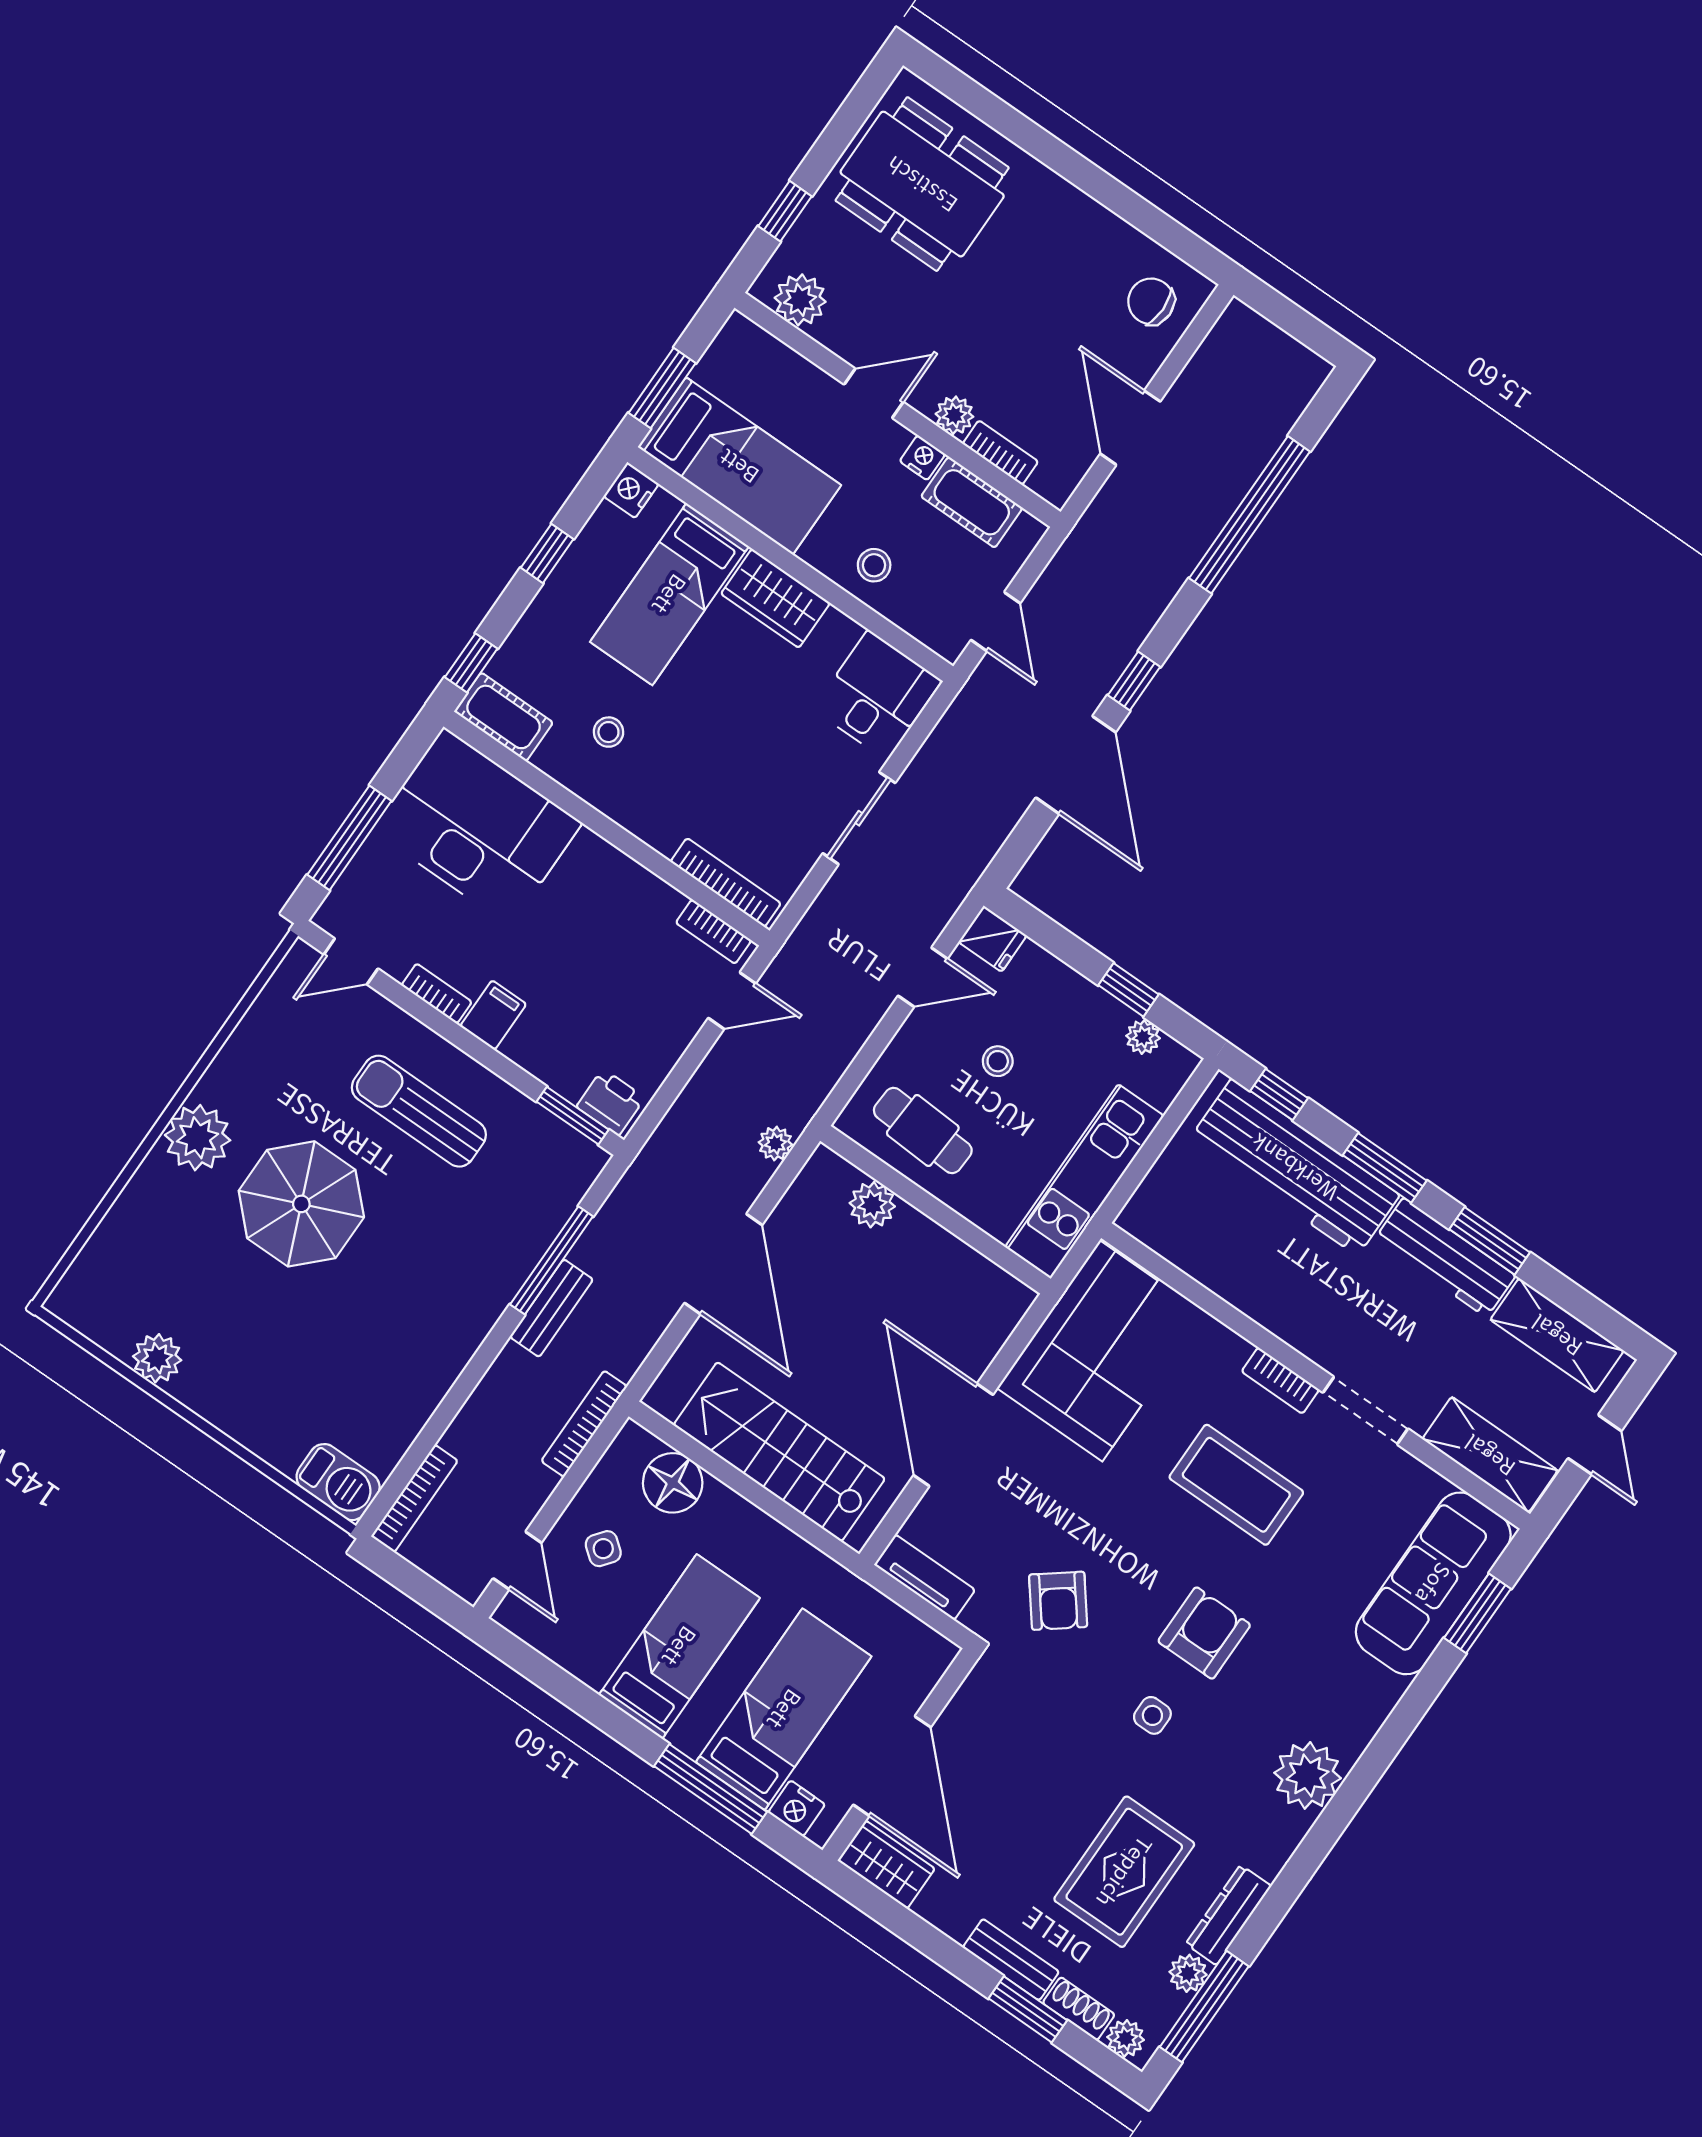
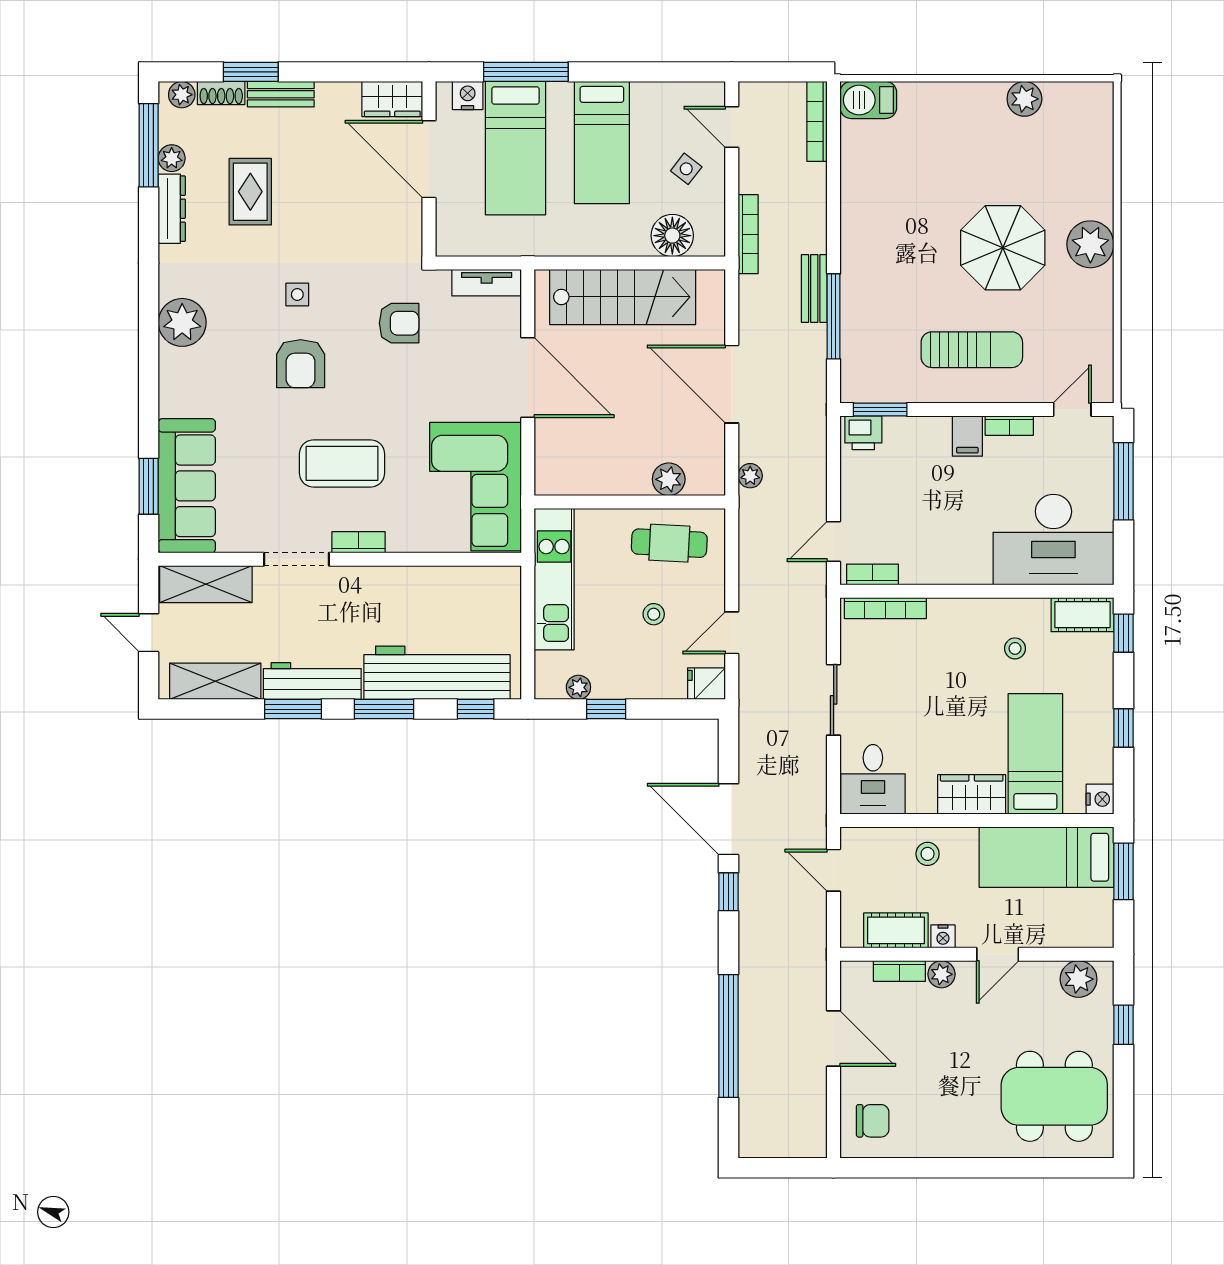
armchair: (1058, 1601) -> (399, 323), turned 128
rug: (1124, 1872) -> (250, 192), width x0.73, depth x0.70

